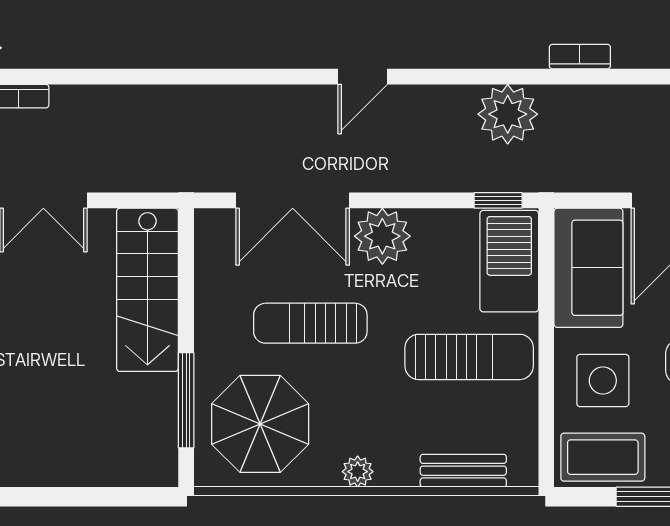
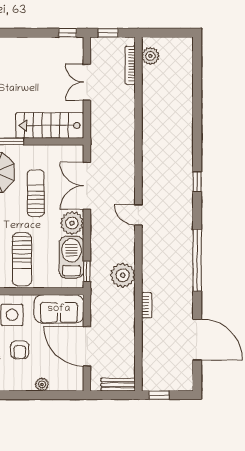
barbecue: (509, 261) -> (71, 257), moved, turned -90

